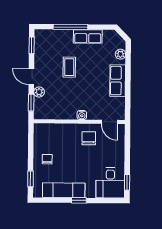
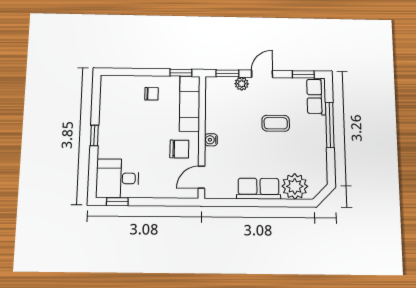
row of seats: (88, 37) -> (316, 96), moved
plant: (120, 54) -> (295, 186), width x1.88, depth x1.88
window: (30, 179) -> (181, 73), moved
exam couch: (64, 190) -> (190, 104), moved, turned 180

